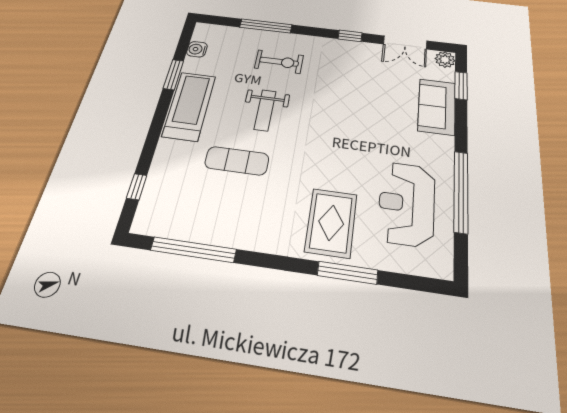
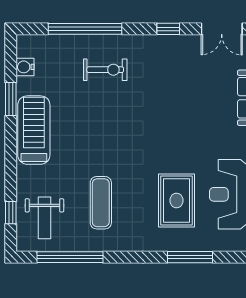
window: (266, 26) -> (85, 29), width x1.46
weight bench: (265, 110) -> (44, 218), moved
exercise mat: (237, 161) -> (101, 203), moved, turned 90
rug: (331, 223) -> (176, 200), moved

